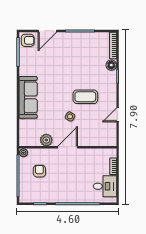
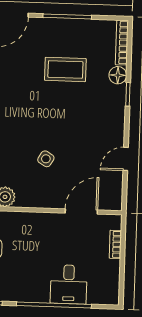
coffee table: (85, 97) -> (65, 69), moved
door: (68, 147) -> (81, 211), moved
desk: (105, 186) -> (69, 284), moved, turned 90

